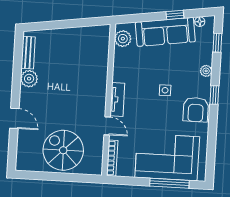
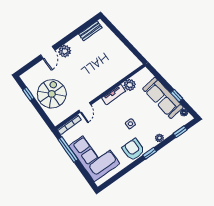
plant: (123, 39) -> (130, 85), moved
plant: (29, 79) -> (65, 51), moved
tv unit: (117, 100) -> (114, 95), moved
armchair: (196, 110) -> (133, 149), turned 90
window: (43, 176) -> (28, 94), added
window: (169, 183) -> (68, 150), moved

